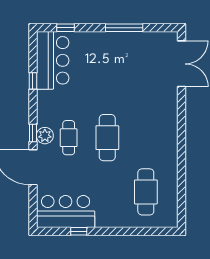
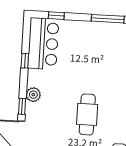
plant: (45, 136) -> (33, 95), moved
cafe table: (69, 138) -> (53, 112), removed

